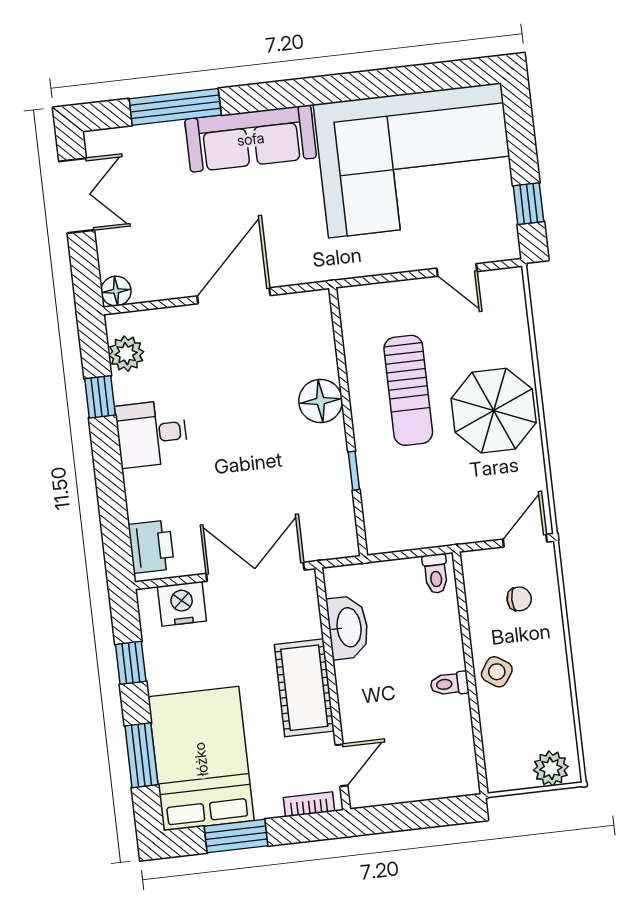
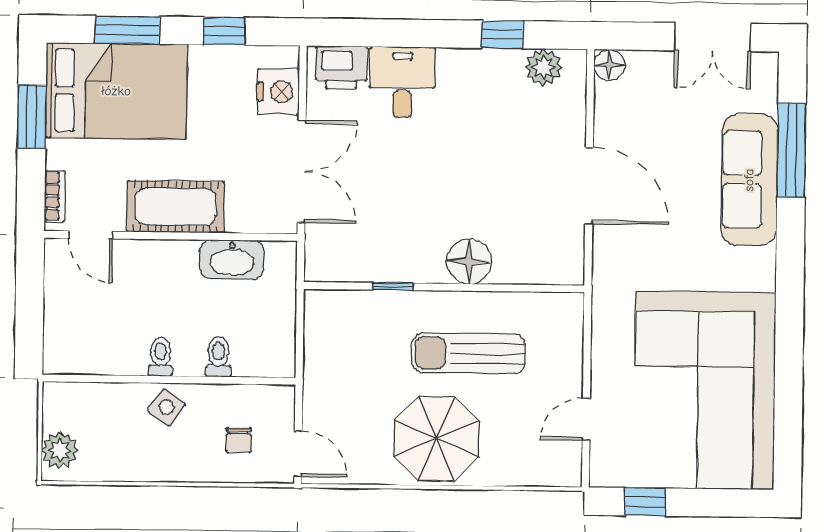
sofa: (251, 139) -> (749, 180), moved
desk: (152, 434) -> (402, 82), moved
toilet: (436, 574) -> (218, 357), moved, turned 90

